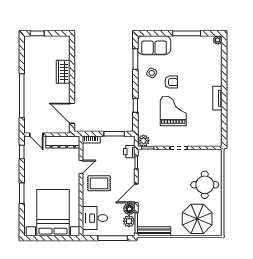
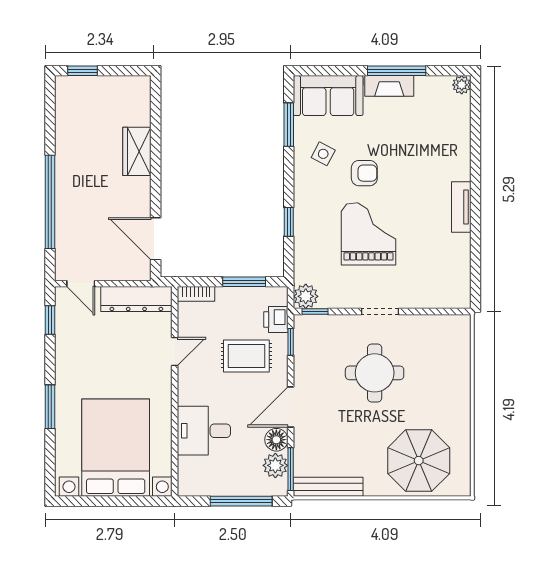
fireplace: (183, 41) -> (389, 86), added
rug: (99, 183) -> (246, 356), moved
round table: (205, 185) -> (375, 373), moved
desk: (95, 218) -> (204, 431), moved

